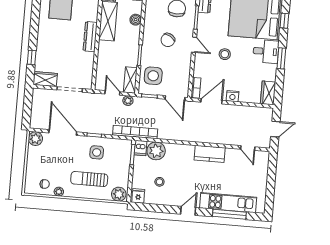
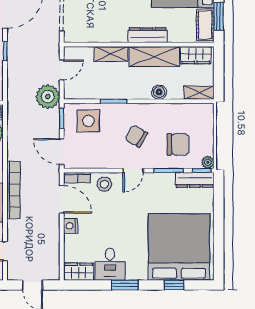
dresser: (90, 37) -> (148, 35), moved
desk: (266, 51) -> (110, 264), moved
stool: (225, 54) -> (104, 184), moved
shelving: (130, 80) -> (111, 54), moved
door: (175, 98) -> (62, 152), hinge flipped
plant: (128, 101) -> (48, 97), width x1.87, depth x1.87
bookcase: (135, 132) -> (14, 190), moved

